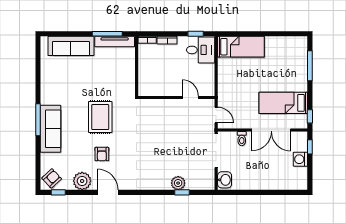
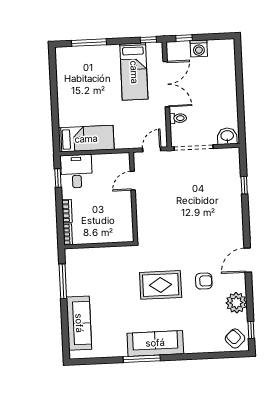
tv unit: (115, 42) -> (72, 272), removed
bed: (241, 47) -> (86, 139), moved, turned 90
window: (38, 120) -> (142, 359), moved
sofa: (51, 129) -> (155, 343), moved
plant: (178, 183) -> (233, 190), removed
door: (108, 192) -> (248, 260), moved

